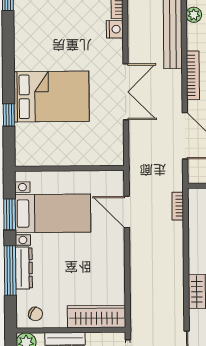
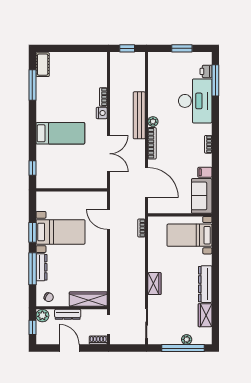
plant: (194, 15) -> (153, 122), moved
bed: (52, 97) -> (60, 133), moved, width x0.67
wall: (69, 168) -> (72, 190), moved
door: (127, 212) -> (108, 219), moved

